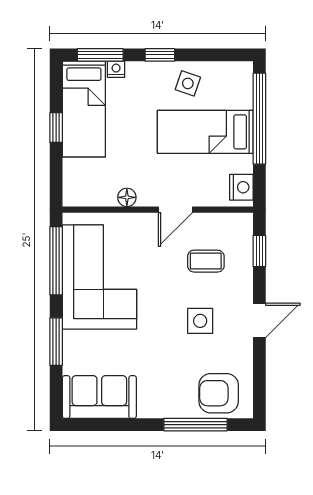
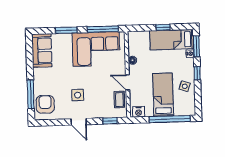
coffee table: (206, 261) -> (119, 100), moved

